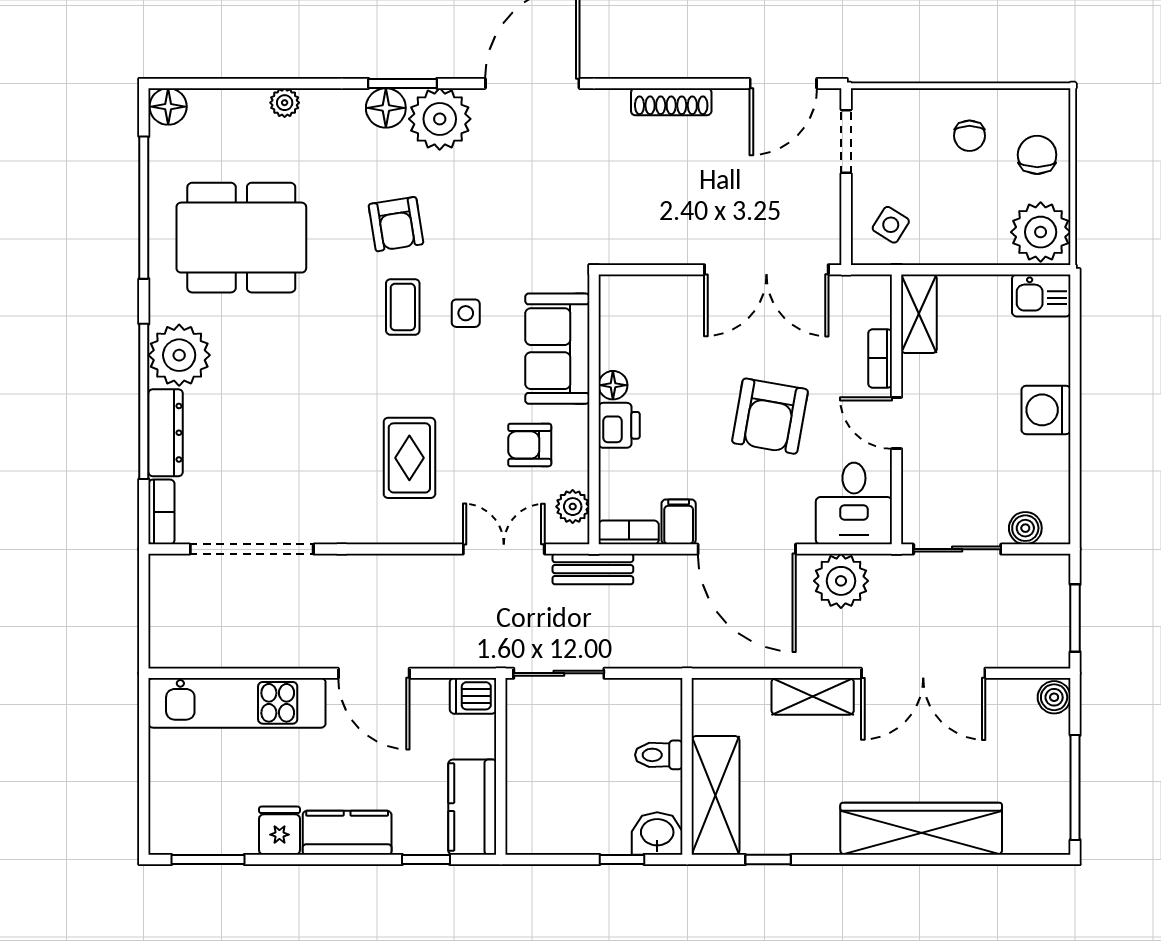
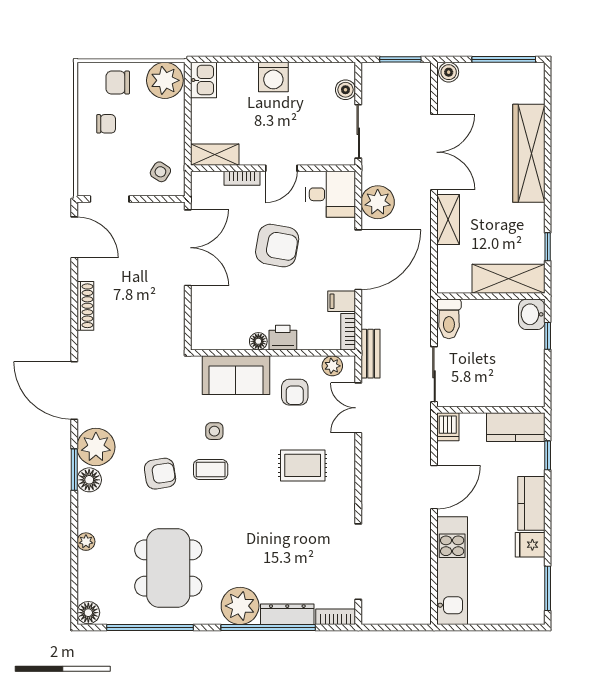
toilet: (659, 755) -> (449, 319), moved, width x1.37, depth x1.39

